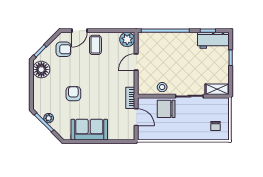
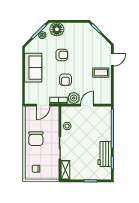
door: (79, 31) -> (112, 60), swing flipped
plant: (127, 39) -> (74, 98), moved
workbench: (213, 40) -> (105, 154), moved
armchair: (63, 49) -> (65, 80), moved
door: (136, 62) -> (87, 105), hinge flipped
floor lamp: (41, 70) -> (57, 29), moved
chair: (166, 109) -> (36, 139), moved, turned 180

